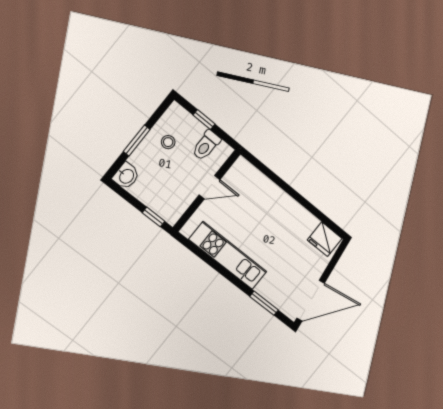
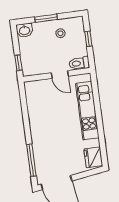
toilet: (206, 145) -> (79, 63), moved
kitchen unit: (228, 256) -> (87, 111), moved, turned 180
window: (264, 303) -> (31, 160), width x1.44

